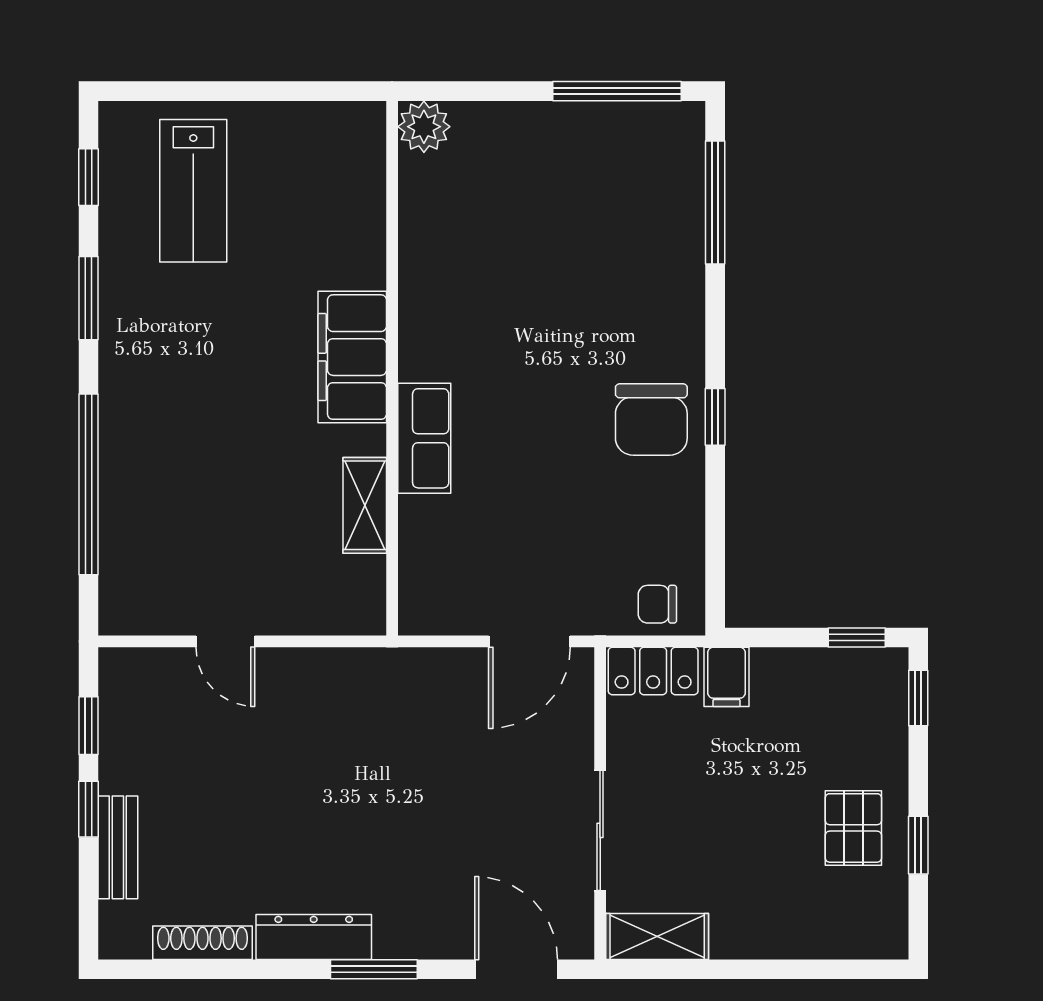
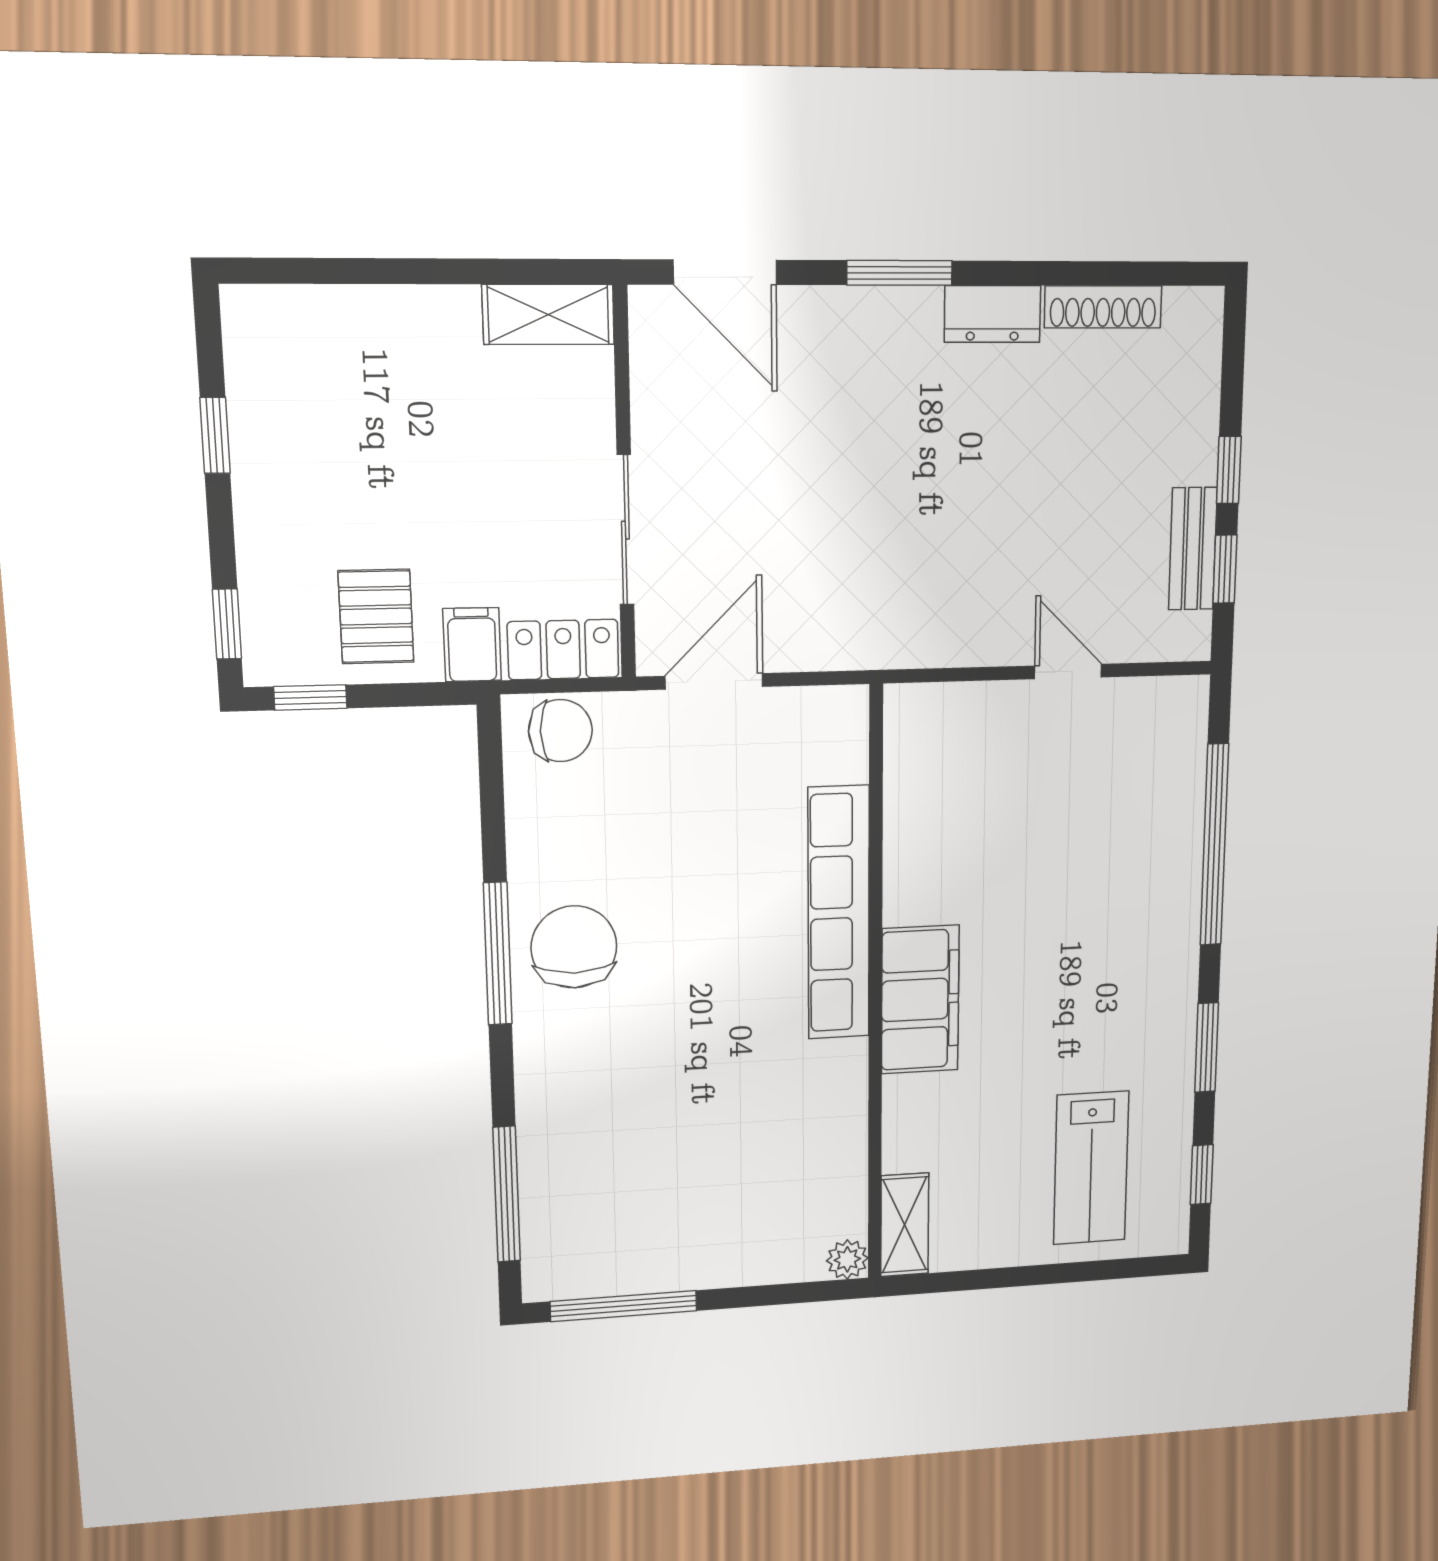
plant: (424, 127) -> (847, 1259), width x0.73, depth x0.73
lab bench: (193, 191) -> (1091, 1168), turned 180
window: (715, 417) -> (498, 954), width x2.17
row of seats: (424, 438) -> (839, 913), width x2.02
shelving: (365, 505) -> (905, 1225), moved
chair: (657, 604) -> (560, 731), width x1.37, depth x1.37
pallet: (853, 828) -> (376, 617), moved
sliding door: (600, 830) -> (625, 530), moved
bench: (118, 847) -> (1193, 549), moved
dresser: (314, 937) -> (992, 314), width x0.70

